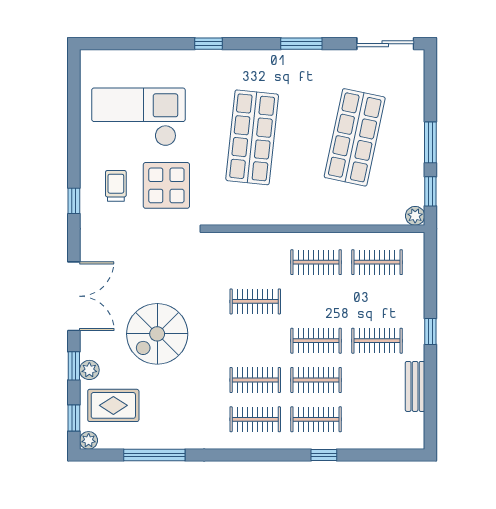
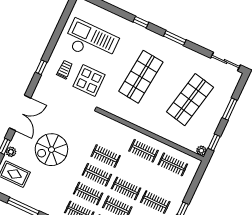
window: (301, 44) -> (175, 38), moved
window: (430, 142) -> (230, 109), moved
clothes rail: (255, 341) -> (97, 175), added

